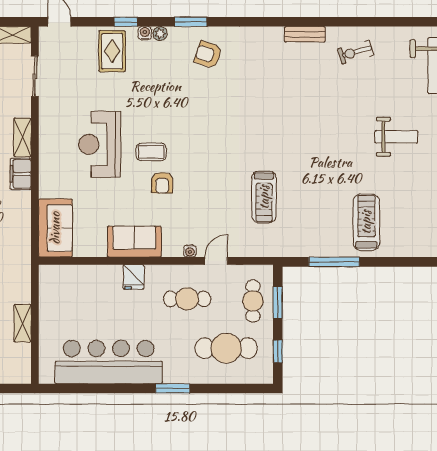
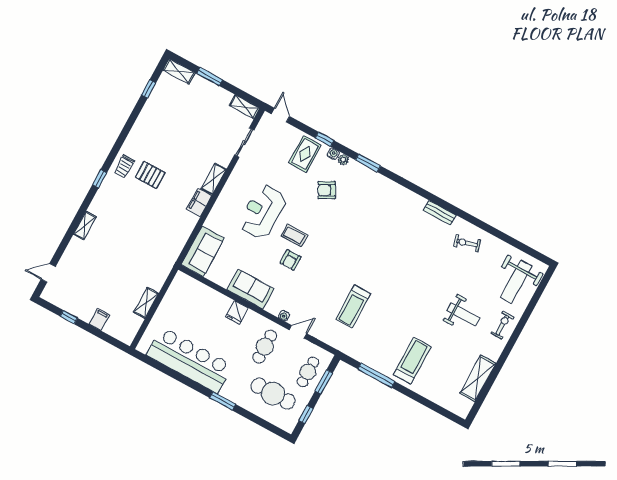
armchair: (208, 55) -> (327, 190), moved, turned -47
cafe table: (187, 299) -> (265, 347), turned 90

